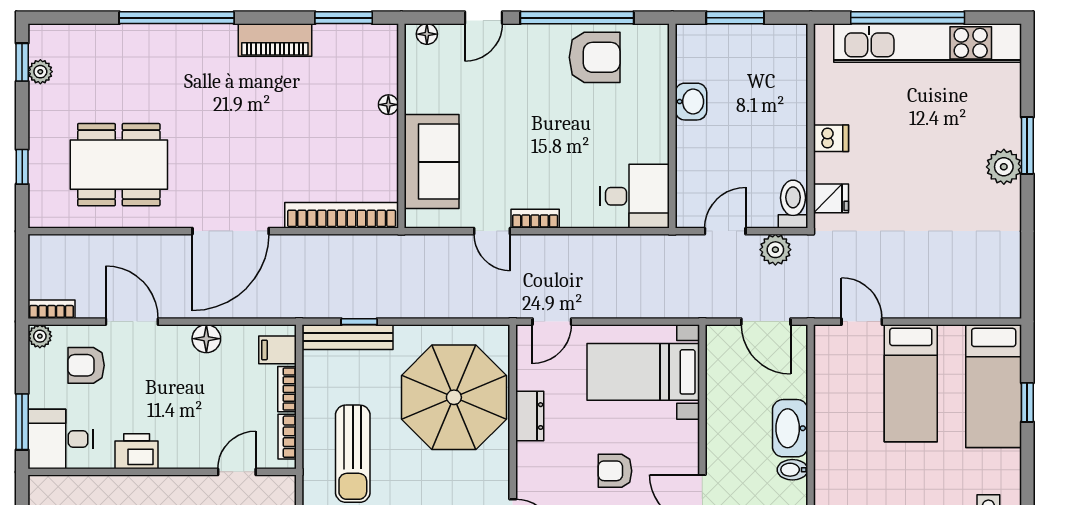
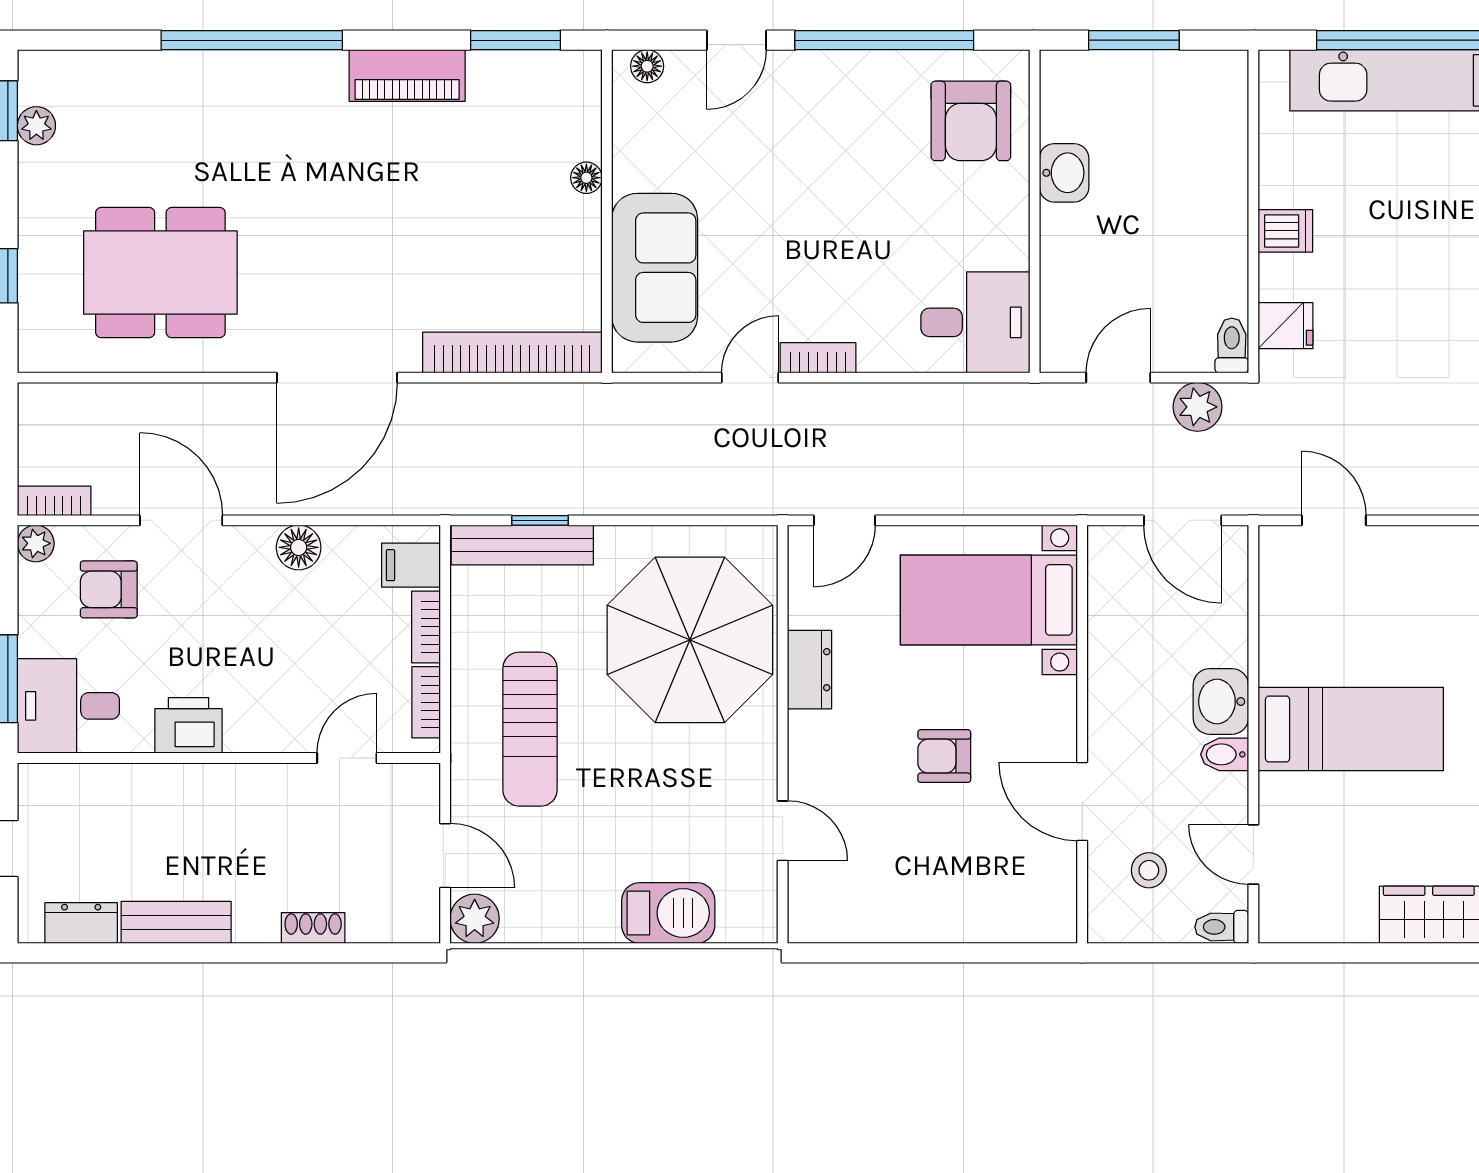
armchair: (595, 57) -> (971, 121), moved, turned 90
toilet: (793, 204) -> (1232, 345), width x0.73, depth x0.72
door: (492, 231) -> (750, 378), swing flipped
bed: (911, 383) -> (1351, 729), moved, turned -90
washbasin: (790, 428) -> (1221, 701), width x0.72

